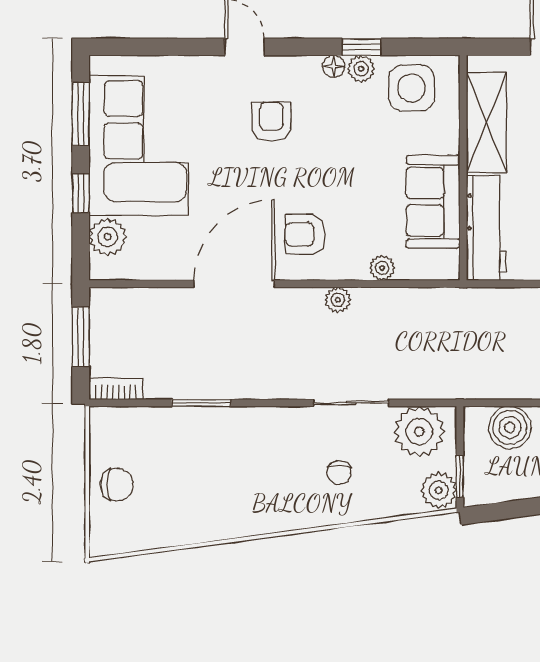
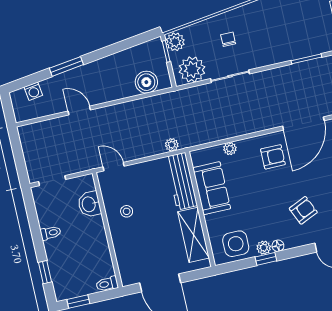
armchair: (271, 122) -> (303, 210), turned -114
plant: (338, 300) -> (172, 145), moved

